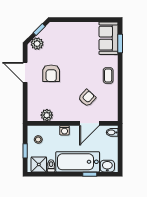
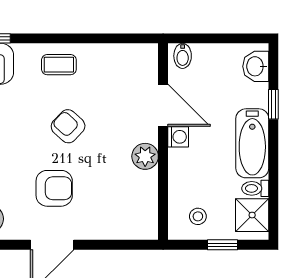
armchair: (87, 98) -> (68, 126), moved
plant: (47, 115) -> (145, 156), moved
washing machine: (64, 130) -> (178, 137), moved
bathtub: (78, 162) -> (252, 143), width x0.73, depth x0.73

